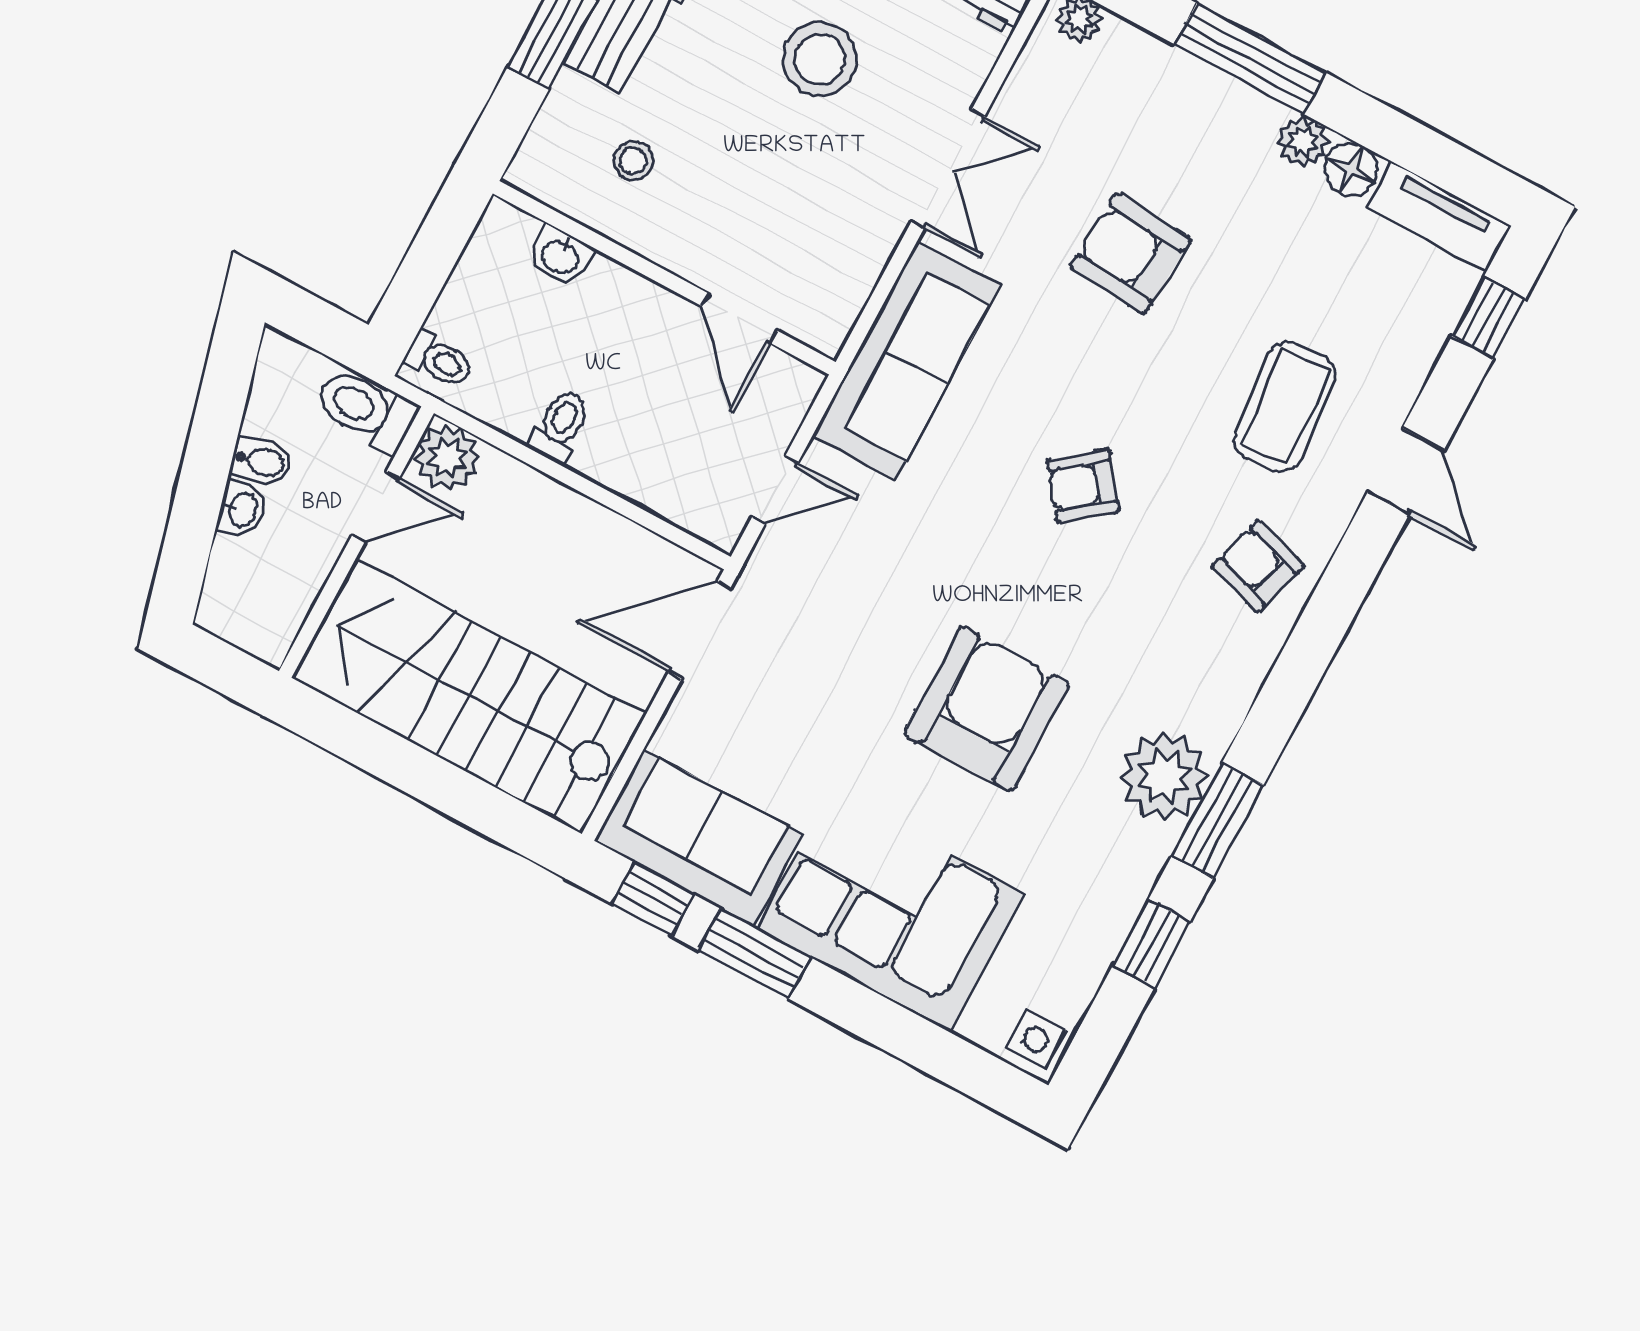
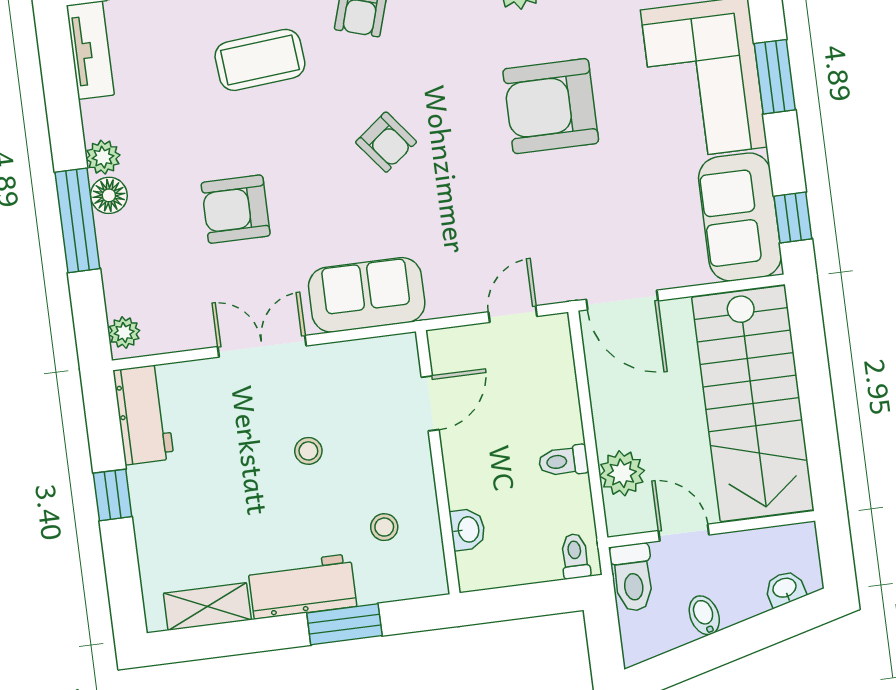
stool: (820, 59) -> (308, 451), moved, width x0.53, depth x0.53
floor lamp: (1351, 169) -> (109, 195), moved
armchair: (1130, 253) -> (236, 209), turned 86
sofa: (906, 361) -> (367, 295), width x0.73
plant: (447, 458) -> (622, 473), moved
door: (775, 490) -> (513, 314), hinge flipped
washbasin: (242, 509) -> (785, 589), moved
window: (754, 953) -> (775, 77), moved

